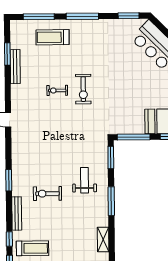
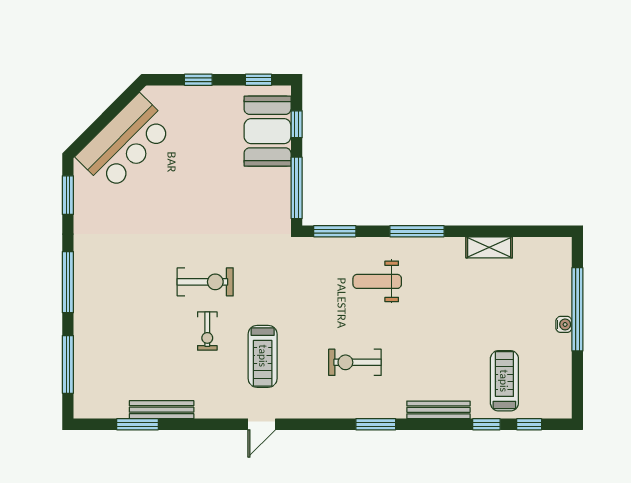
treadmill: (53, 37) -> (263, 356), moved
exercise bike: (47, 194) -> (355, 362), moved, turned 90

